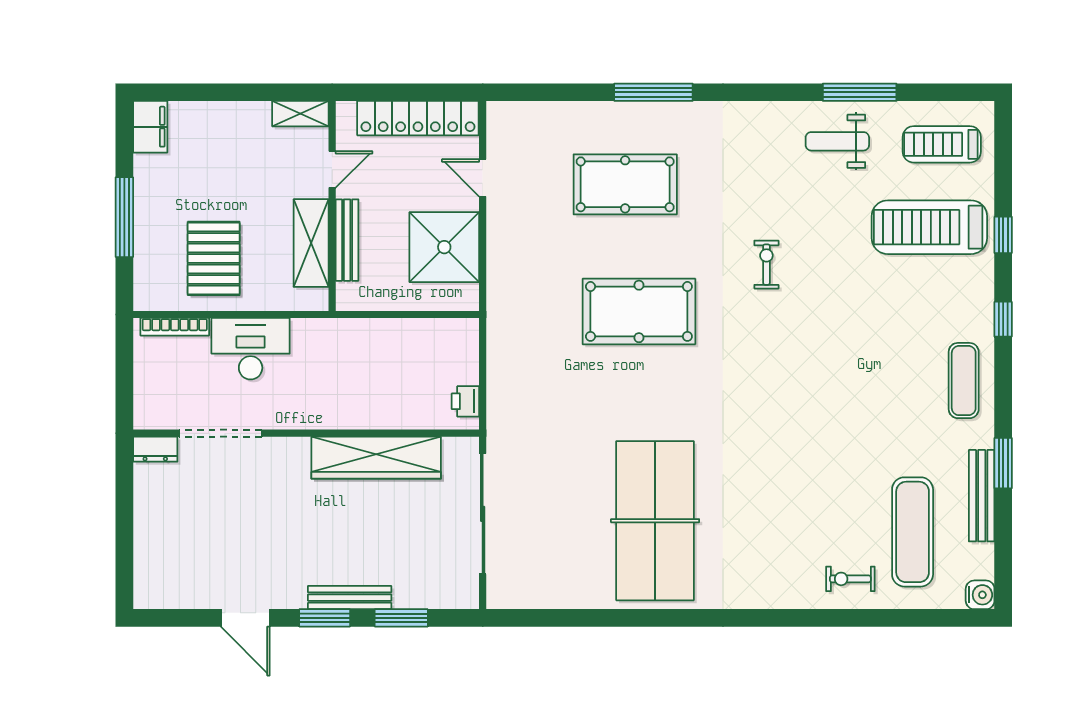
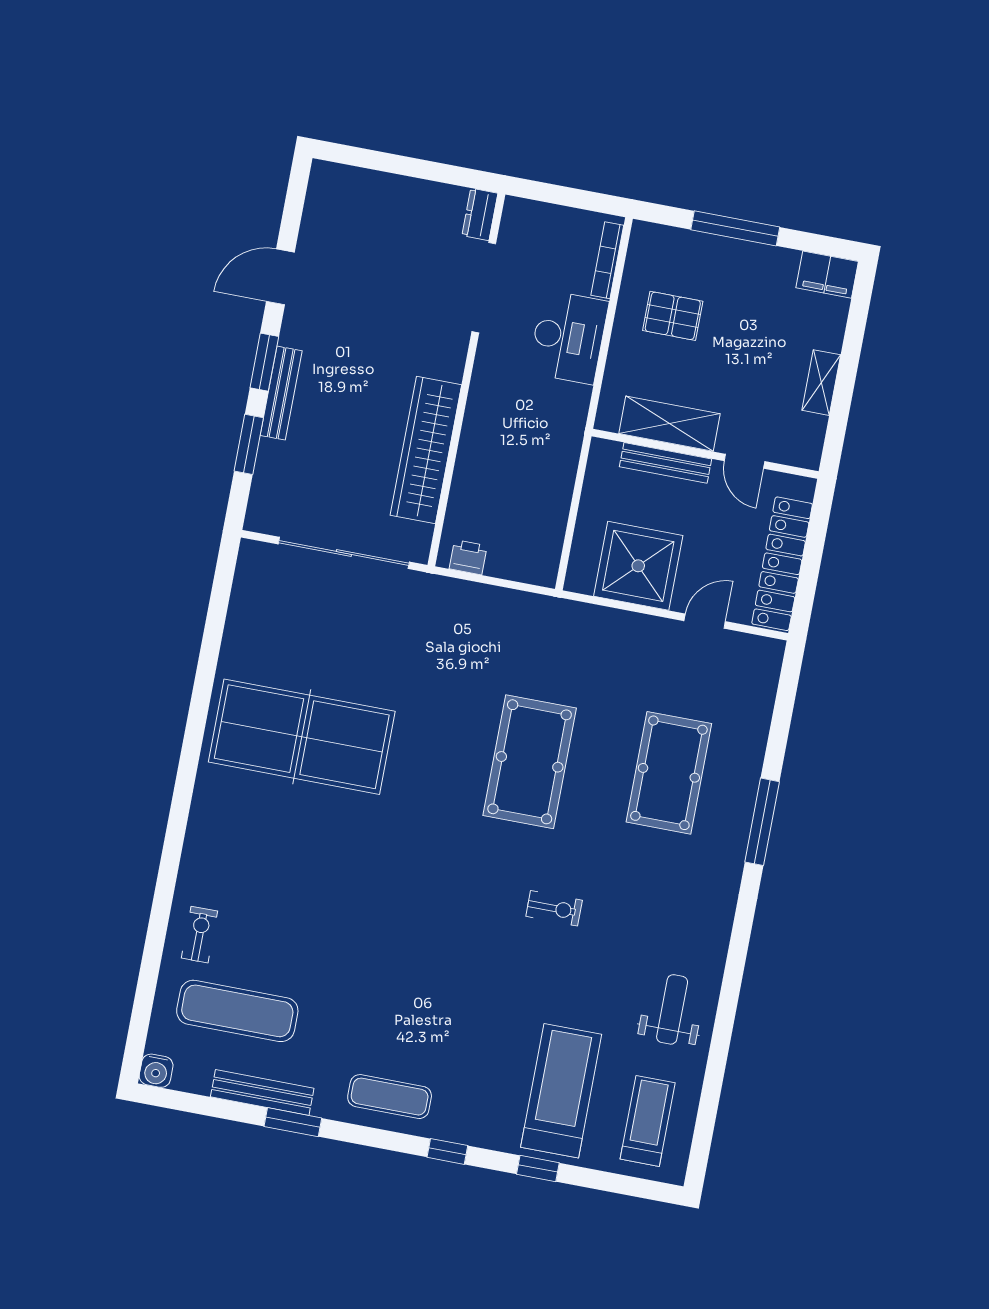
window: (860, 92) -> (720, 1043), removed
shelving: (300, 114) -> (821, 383), moved
pallet: (214, 258) -> (673, 316), width x0.67, depth x0.71

